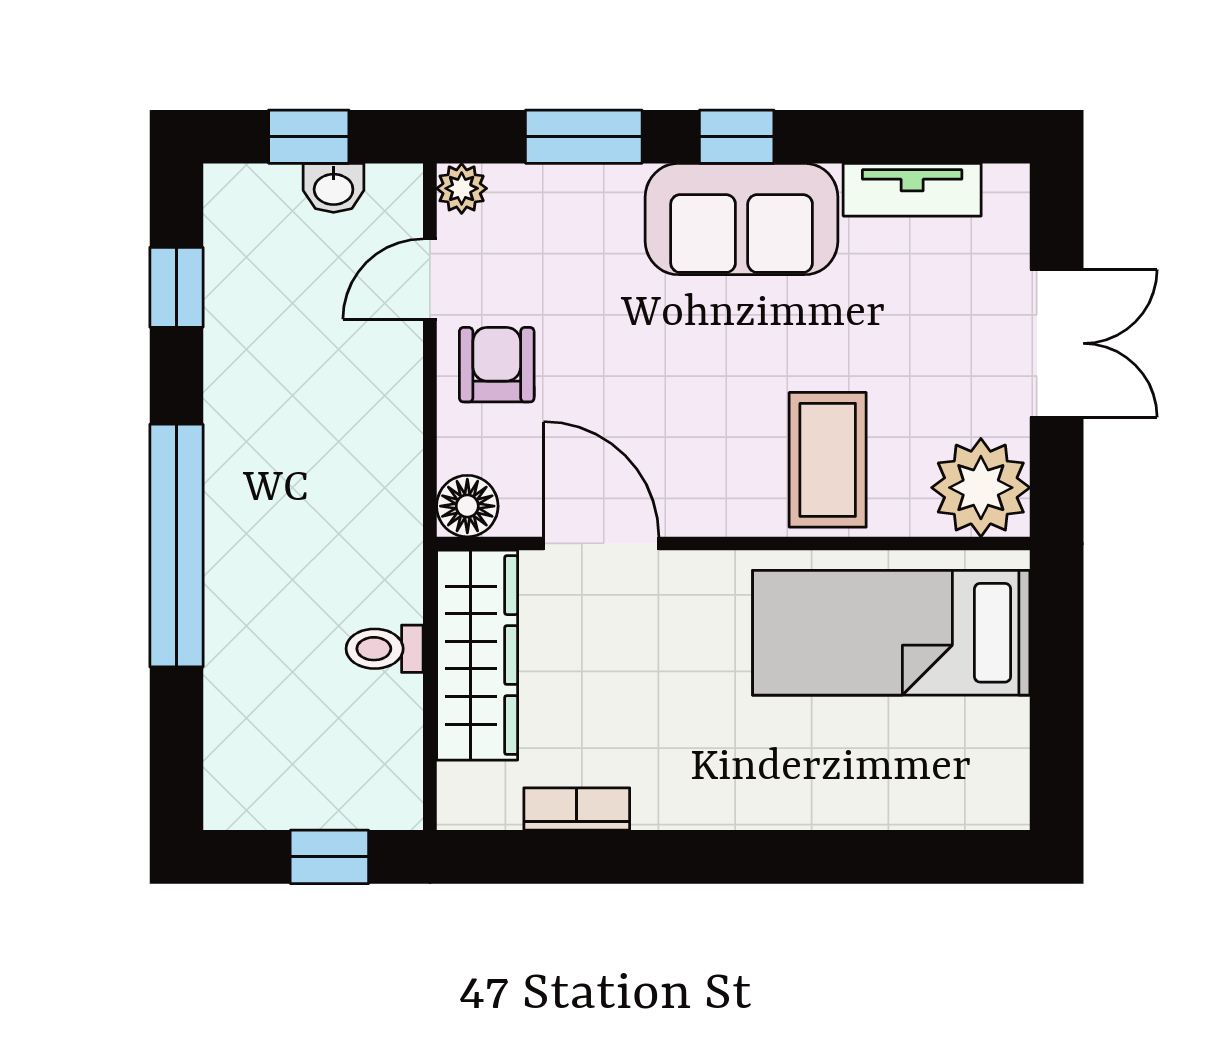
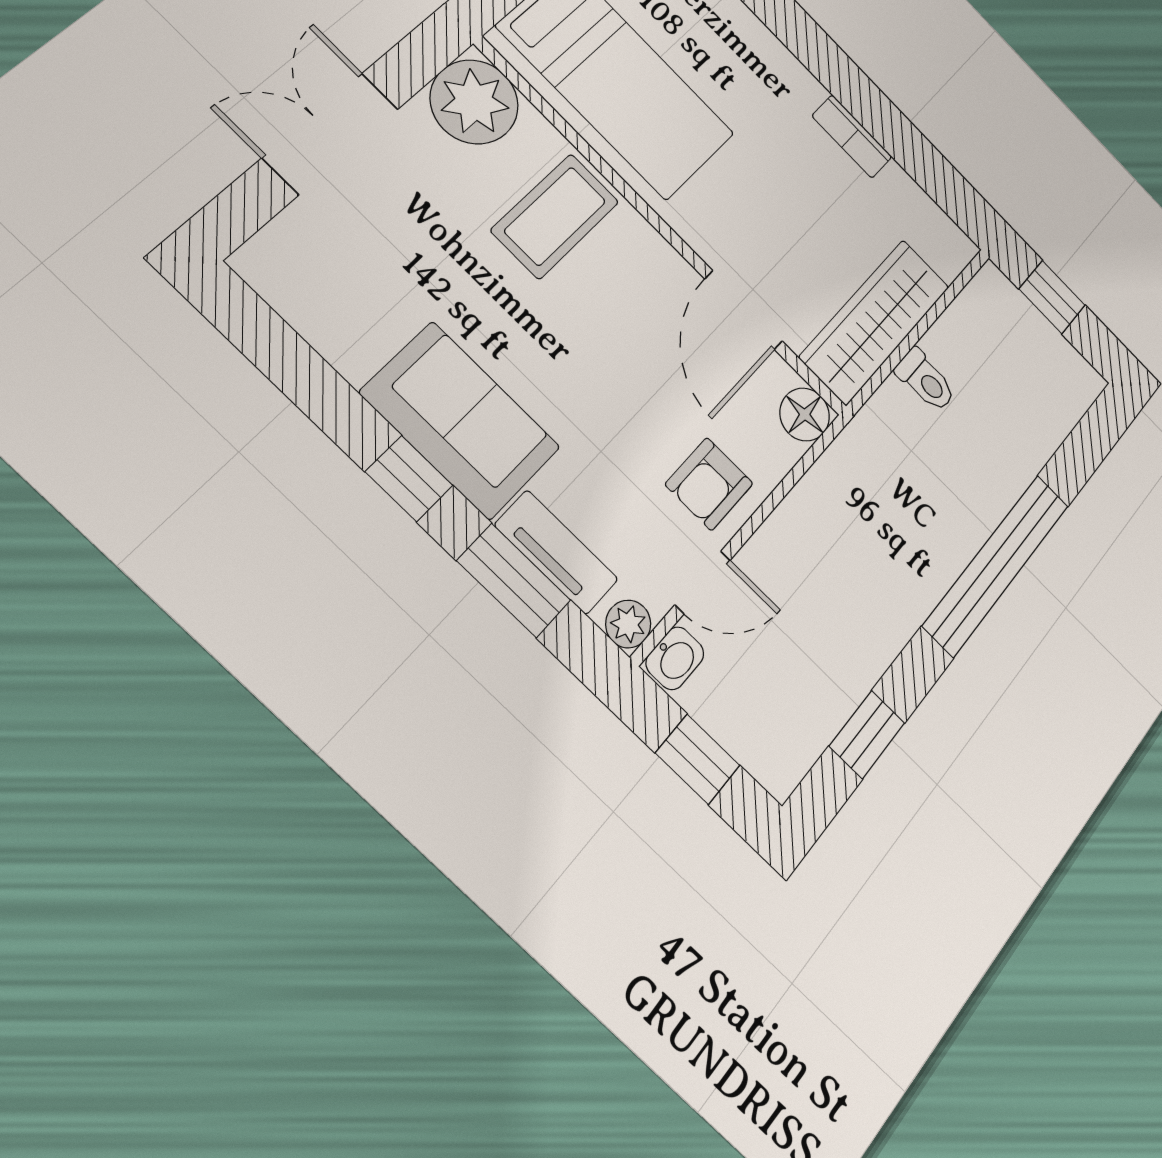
washbasin: (334, 188) -> (675, 658), moved, turned 90
tv unit: (912, 190) -> (556, 552), moved
bookcase: (577, 809) -> (852, 136), moved

